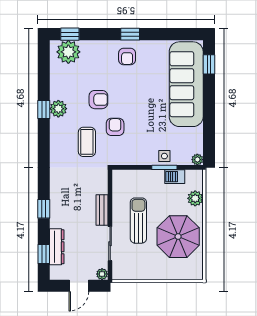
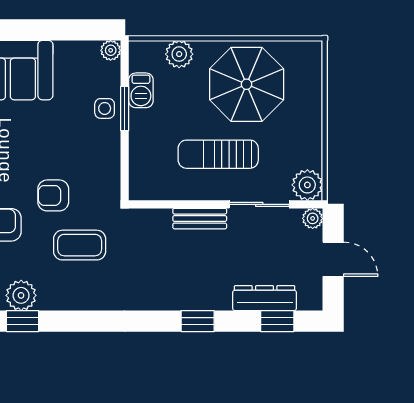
plant: (121, 271) -> (307, 185), added

